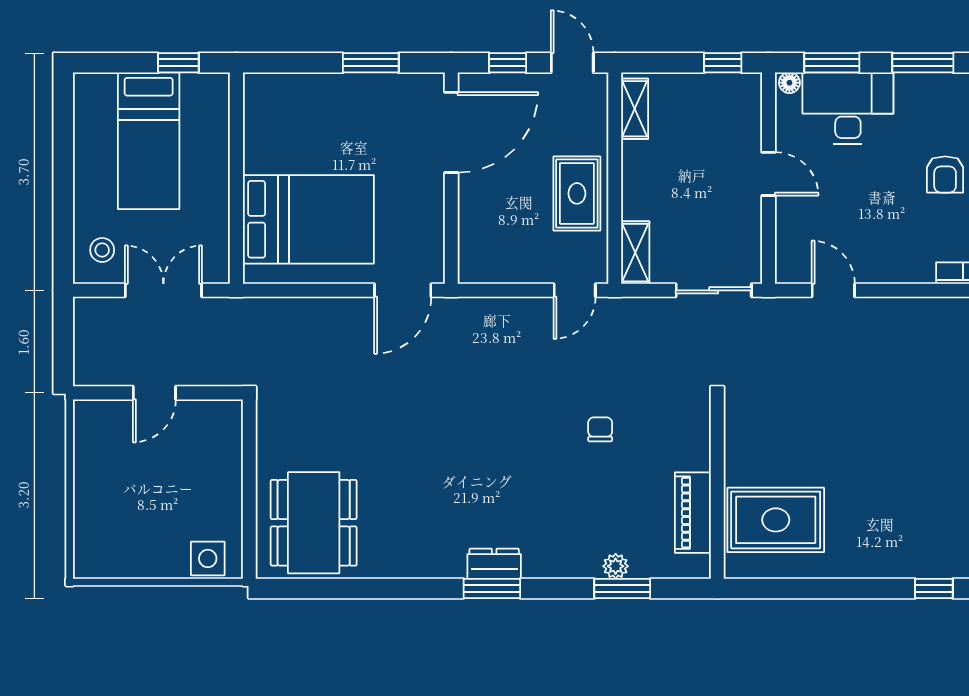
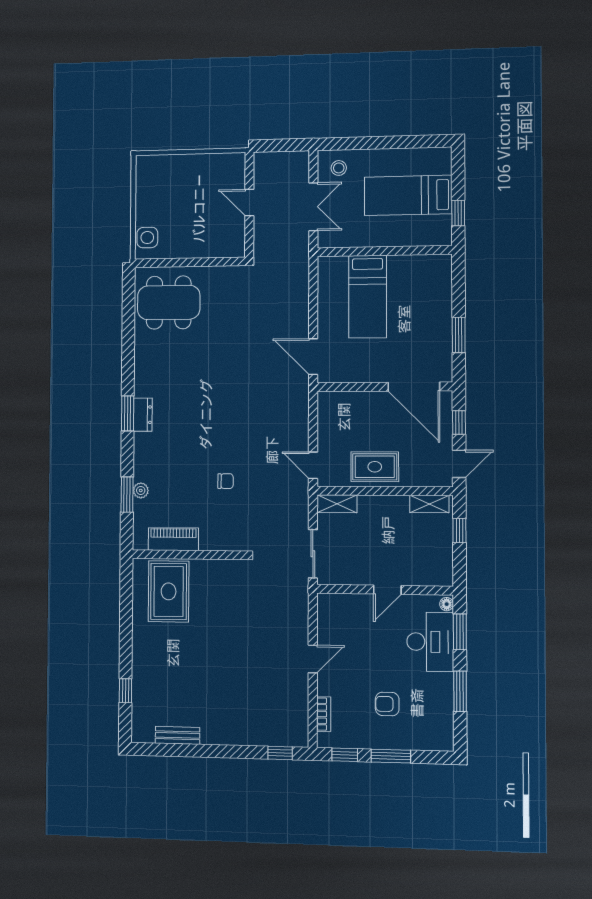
window: (723, 63) -> (459, 531), moved
bed: (308, 219) -> (368, 297), width x0.67
door: (833, 290) -> (313, 659), moved

